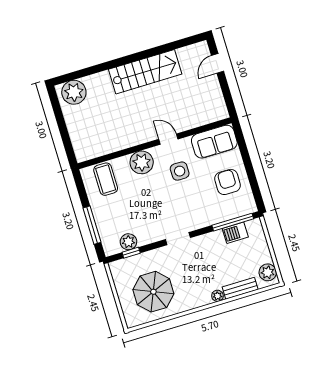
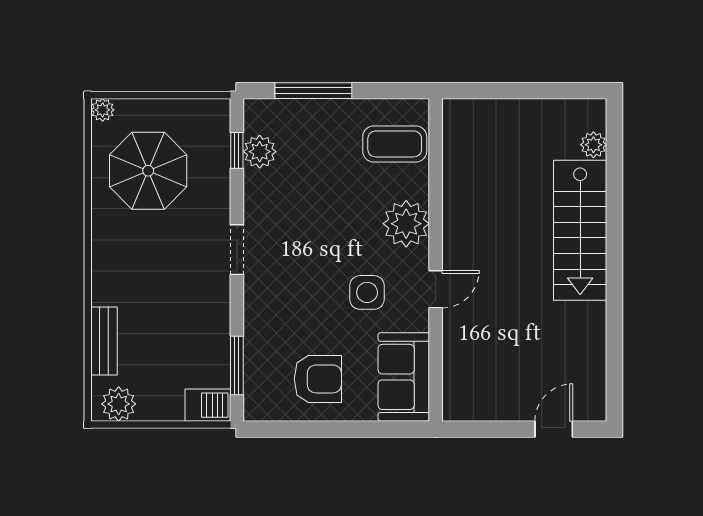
door: (218, 63) -> (554, 429), hinge flipped
stairs: (145, 72) -> (580, 230), moved
plant: (74, 92) -> (593, 145), width x0.53, depth x0.53
window: (233, 222) -> (237, 366), width x0.69
barbecue: (235, 233) -> (208, 405), moved, turned 90
plant: (217, 296) -> (103, 110), moved

